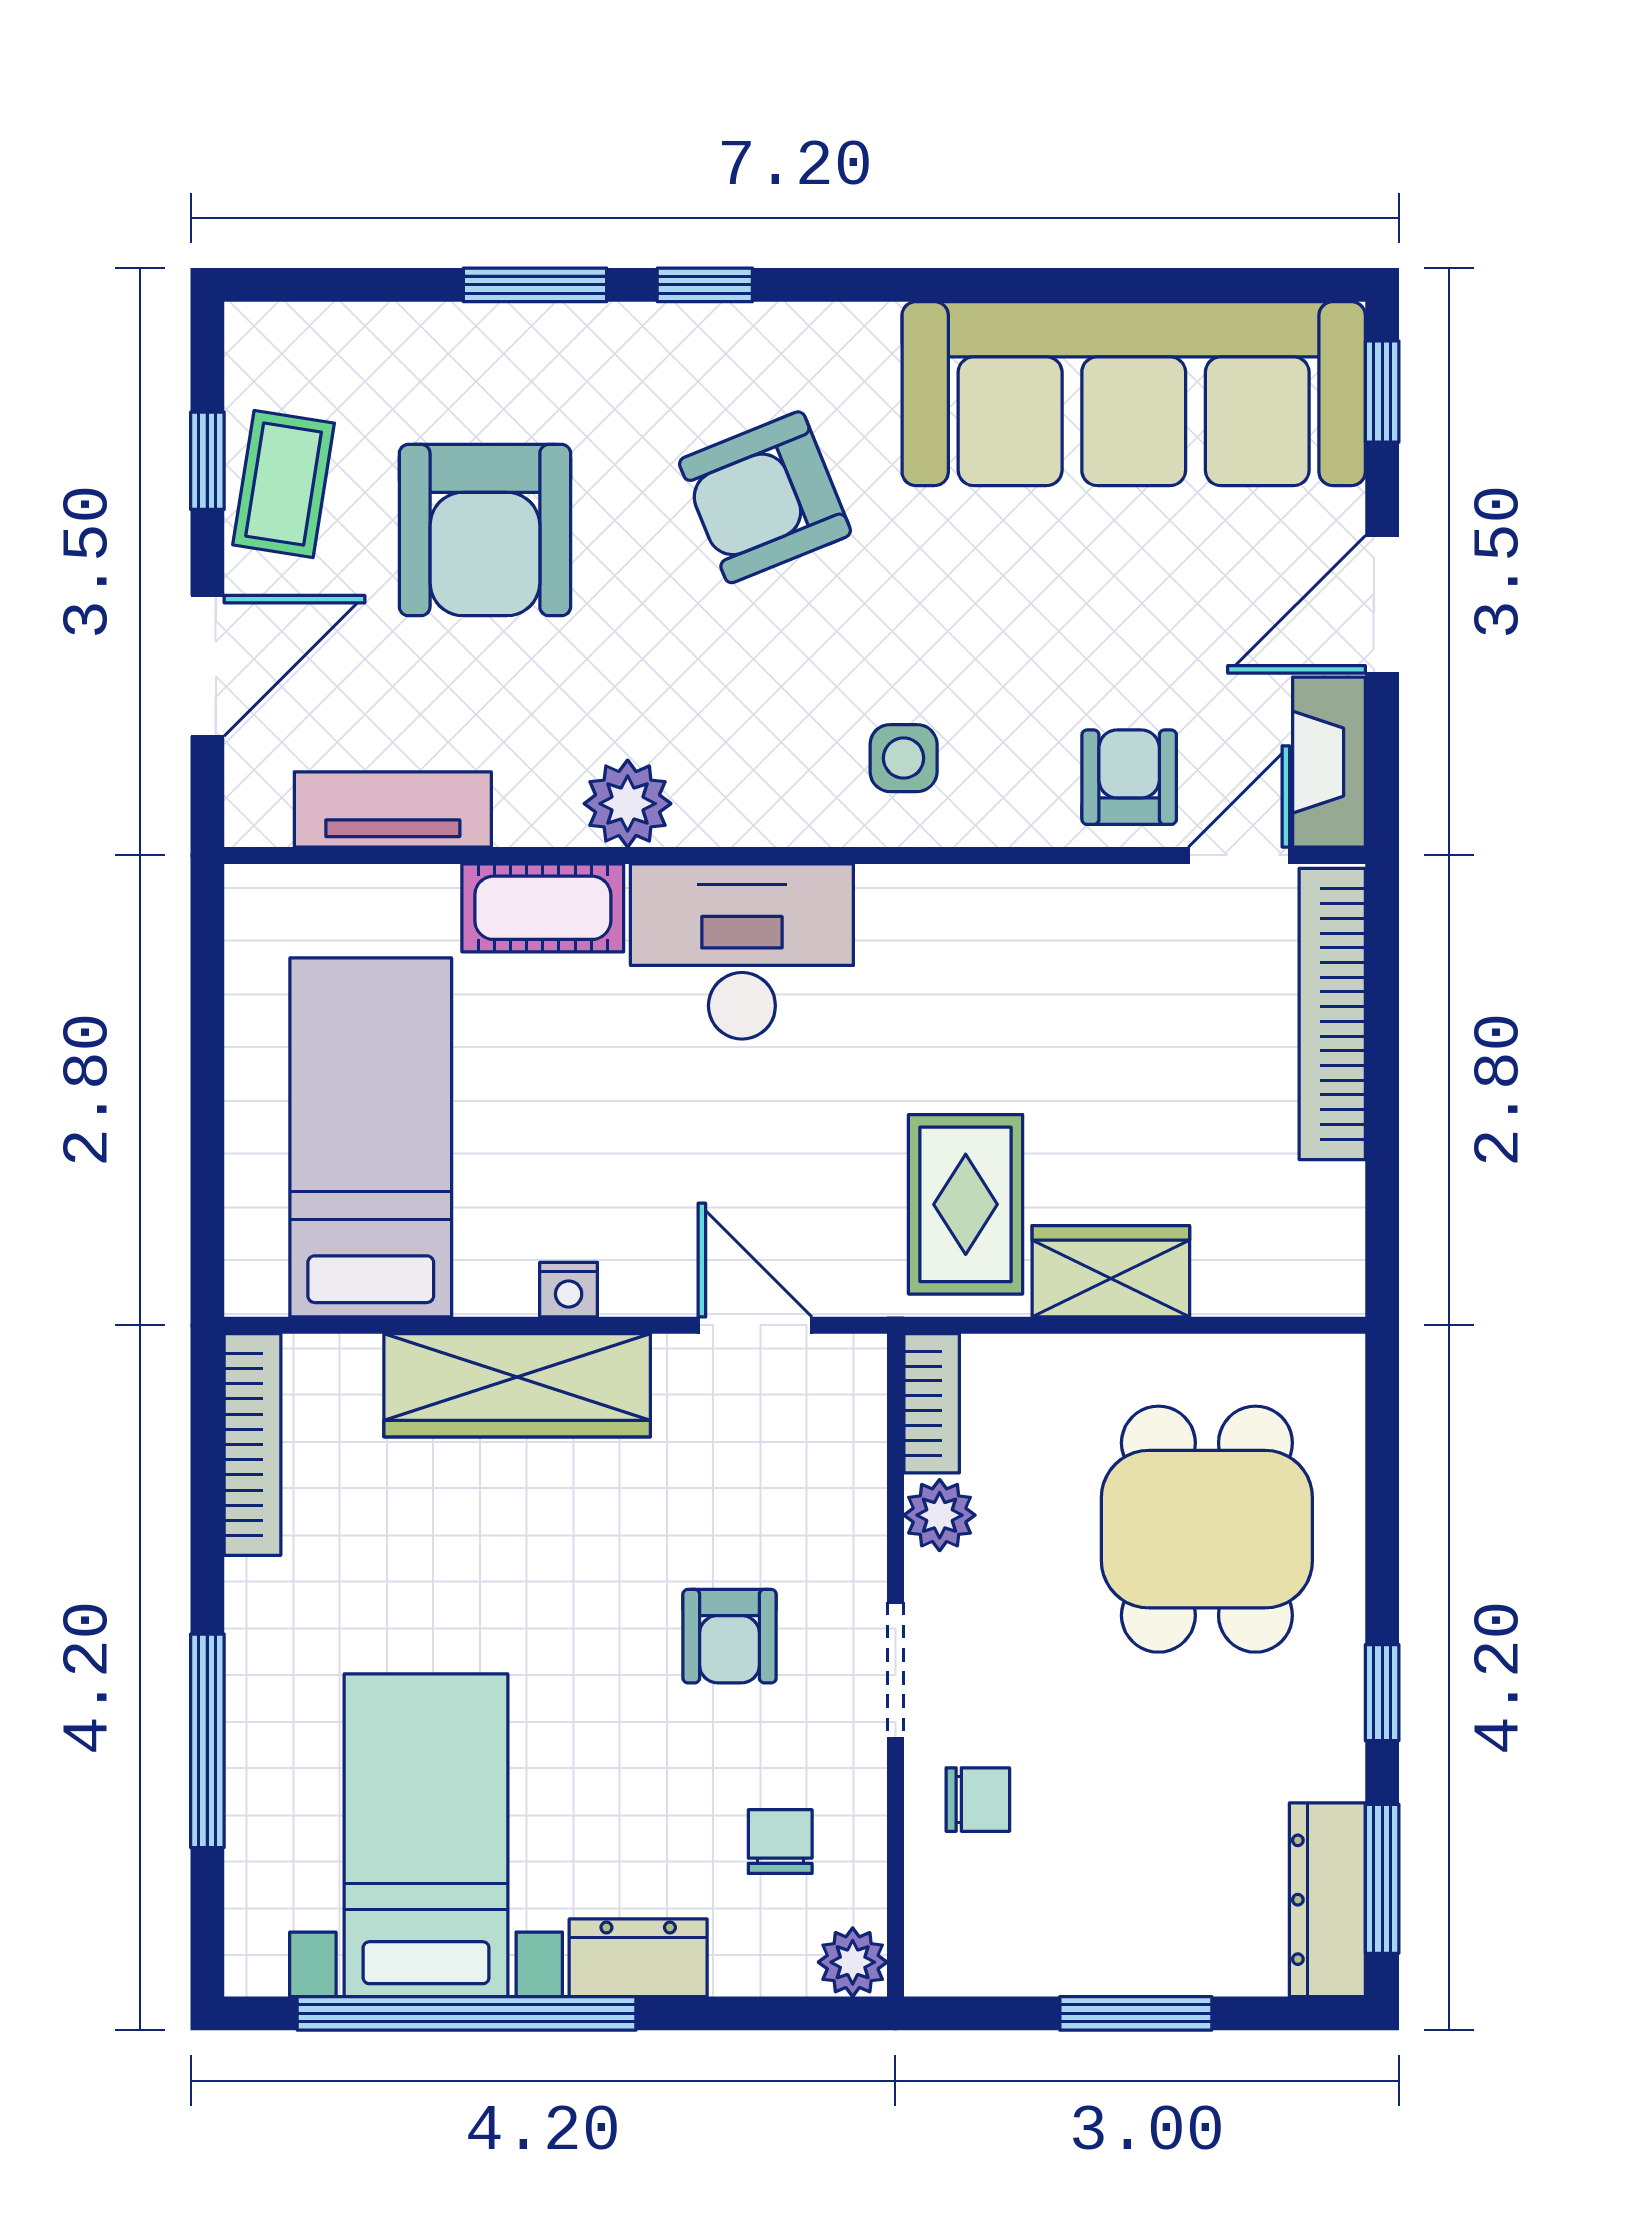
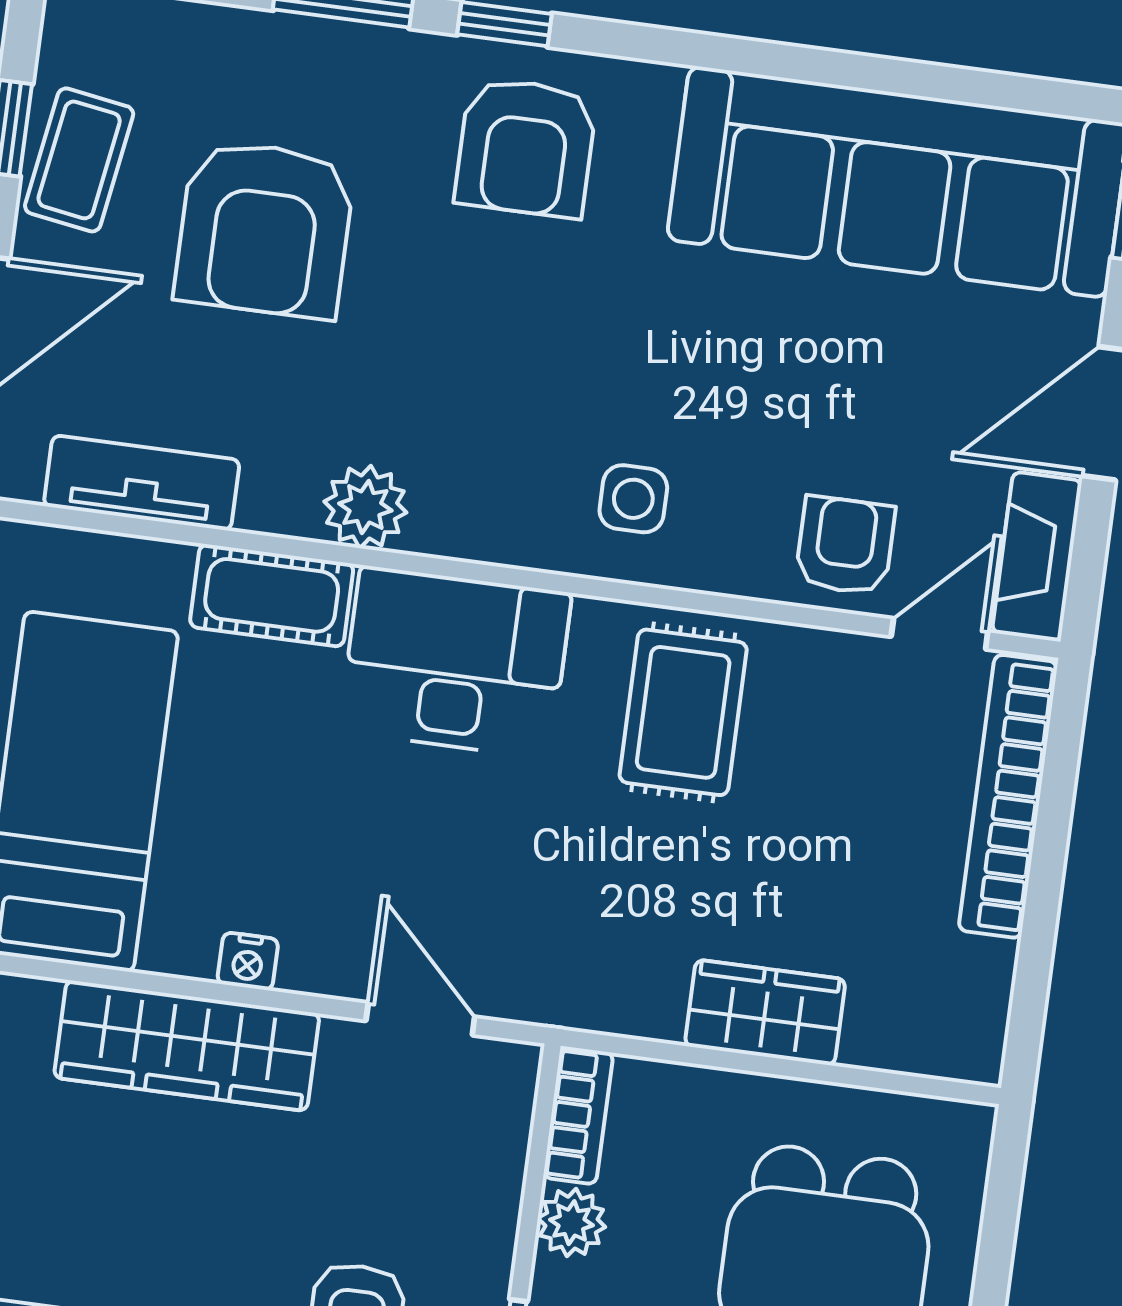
armchair: (765, 497) -> (526, 147), moved, turned -68
rug: (966, 1204) -> (683, 712), moved

